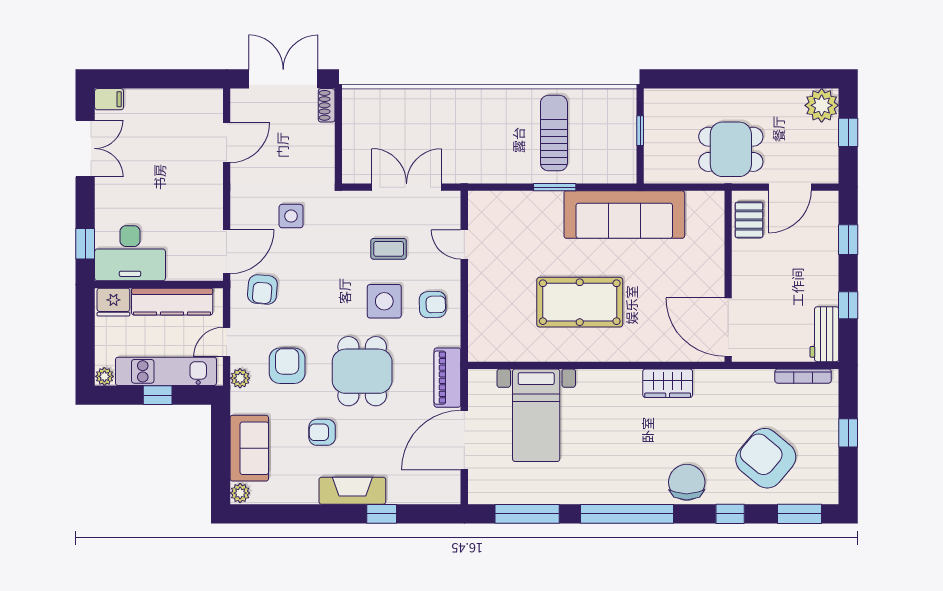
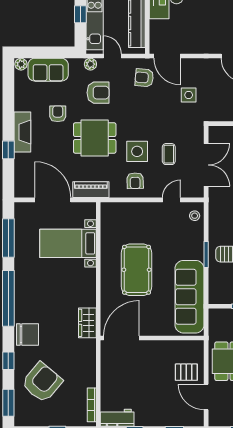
stool: (490, 206) -> (195, 216), added
wall: (728, 276) -> (152, 338), moved
door: (728, 327) -> (121, 338), moved

